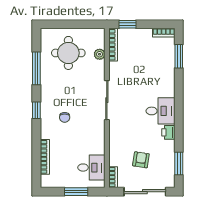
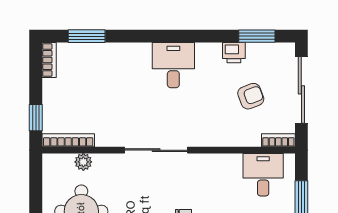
printer: (168, 132) -> (234, 53), moved
armchair: (141, 160) -> (251, 96), turned 150

